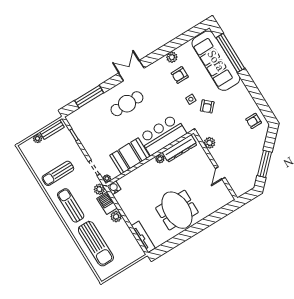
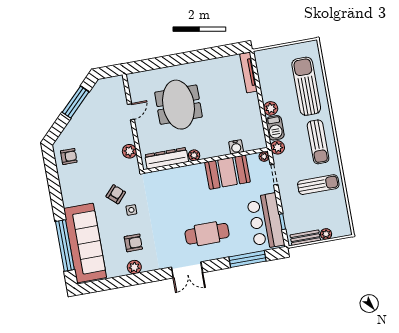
bar counter: (163, 135) -> (266, 221), moved, turned 90
water cooler: (114, 188) -> (236, 147), moved
meeting table: (177, 210) -> (178, 105), moved

